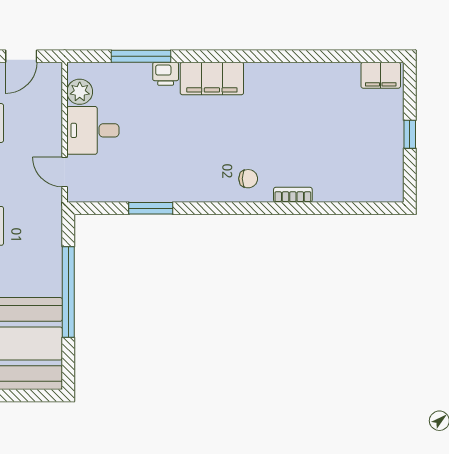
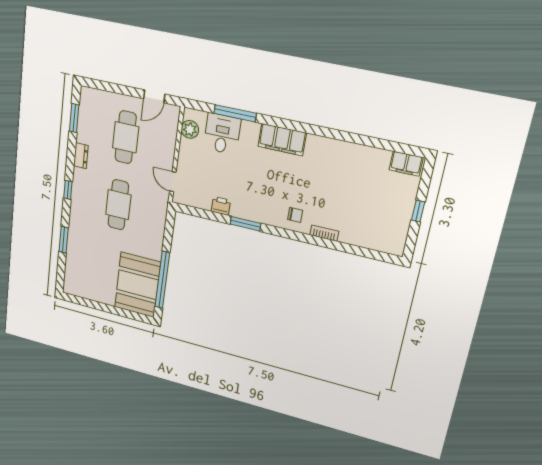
printer: (166, 74) -> (221, 206), moved, turned 180
desk: (93, 130) -> (222, 134), moved, turned 90
window: (151, 208) -> (246, 224), moved
window: (68, 292) -> (162, 280), moved

